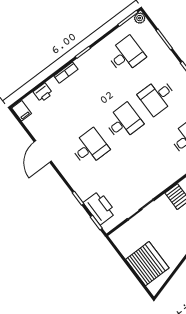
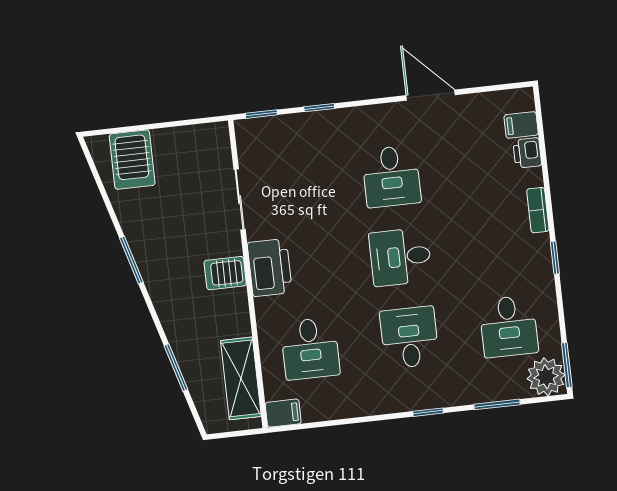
plant: (140, 18) -> (546, 377), width x1.88, depth x1.88
filing cabinet: (22, 111) -> (521, 125), moved
desk: (124, 122) -> (400, 257), turned 90
printer: (100, 208) -> (270, 268), moved, turned -90
server rack: (147, 264) -> (132, 160), width x0.62

